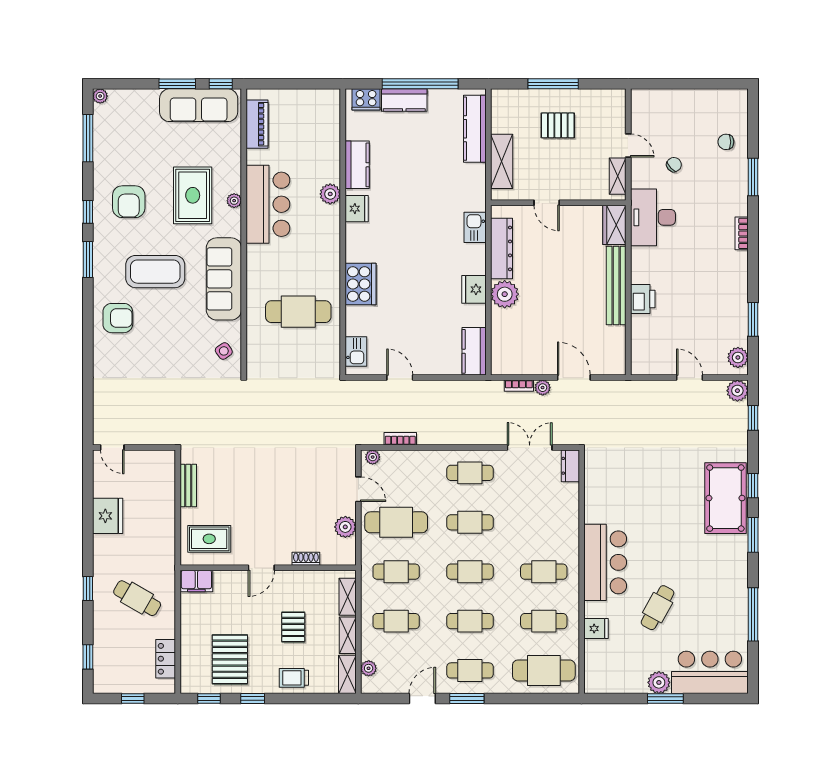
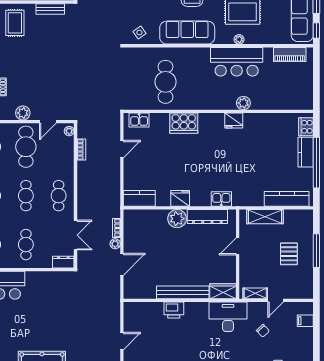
filing cabinet: (659, 101) -> (305, 321), added
kitchen counter: (357, 165) -> (263, 121), removed
cafe table: (544, 522) -> (26, 245), added

